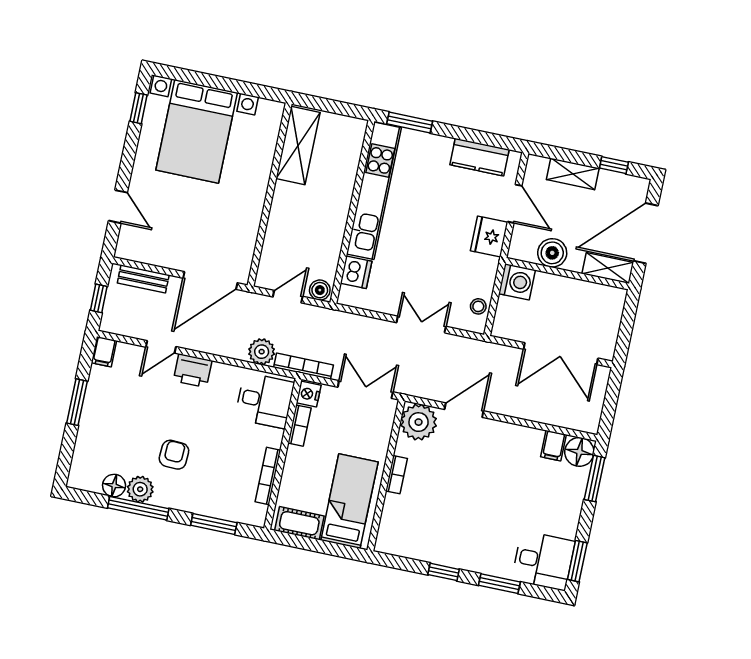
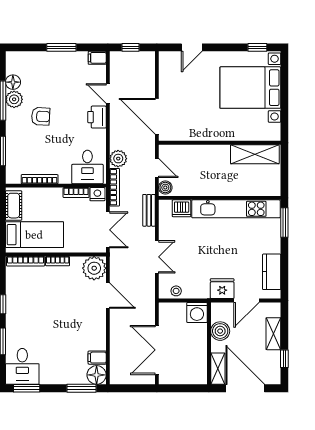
bench: (143, 279) -> (149, 210), moved
bookcase: (387, 523) -> (26, 261), added

